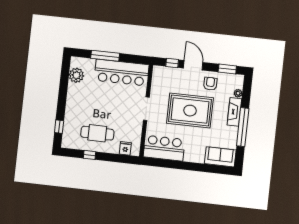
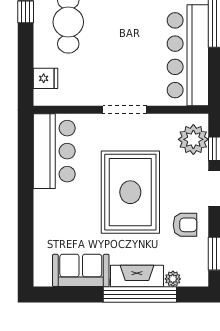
plant: (166, 74) -> (193, 139), added
window: (243, 127) -> (140, 295), moved
sofa: (220, 157) -> (81, 270), moved, turned -90

